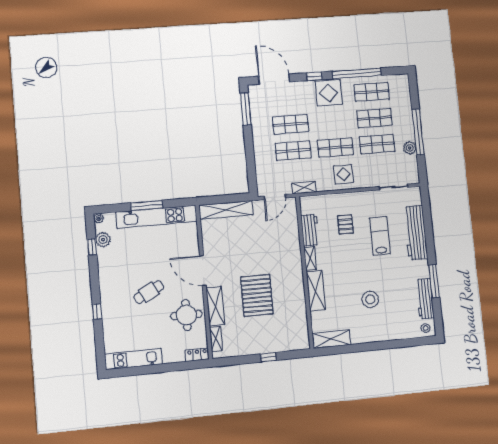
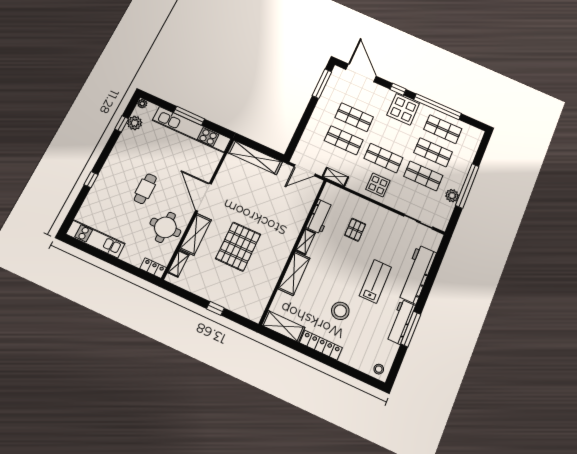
lab bench: (380, 236) -> (375, 281), moved
cafe table: (149, 292) -> (145, 189), turned -63
workbench: (425, 299) -> (401, 322), moved
locker: (370, 336) -> (321, 345), added

